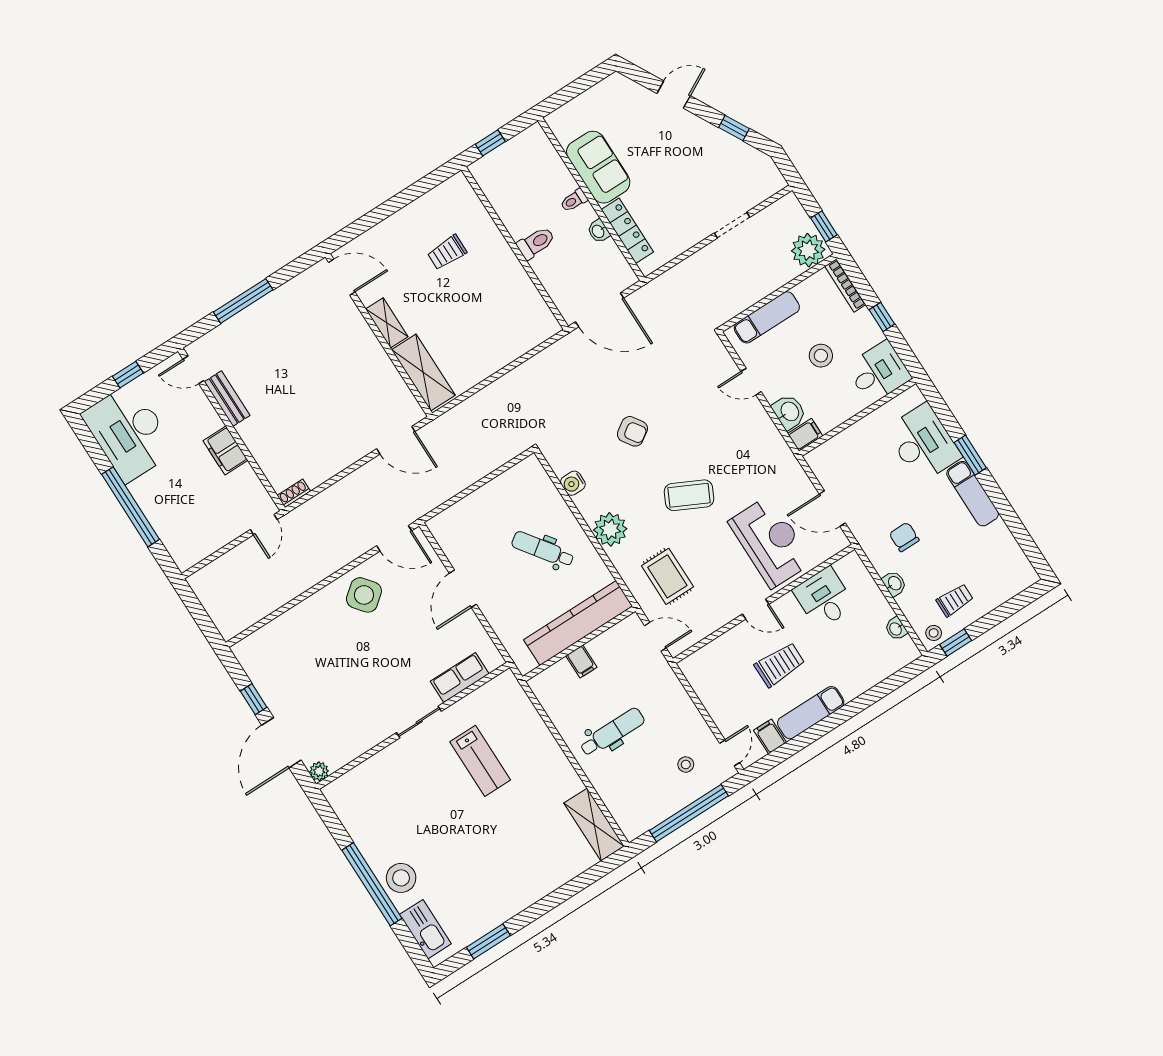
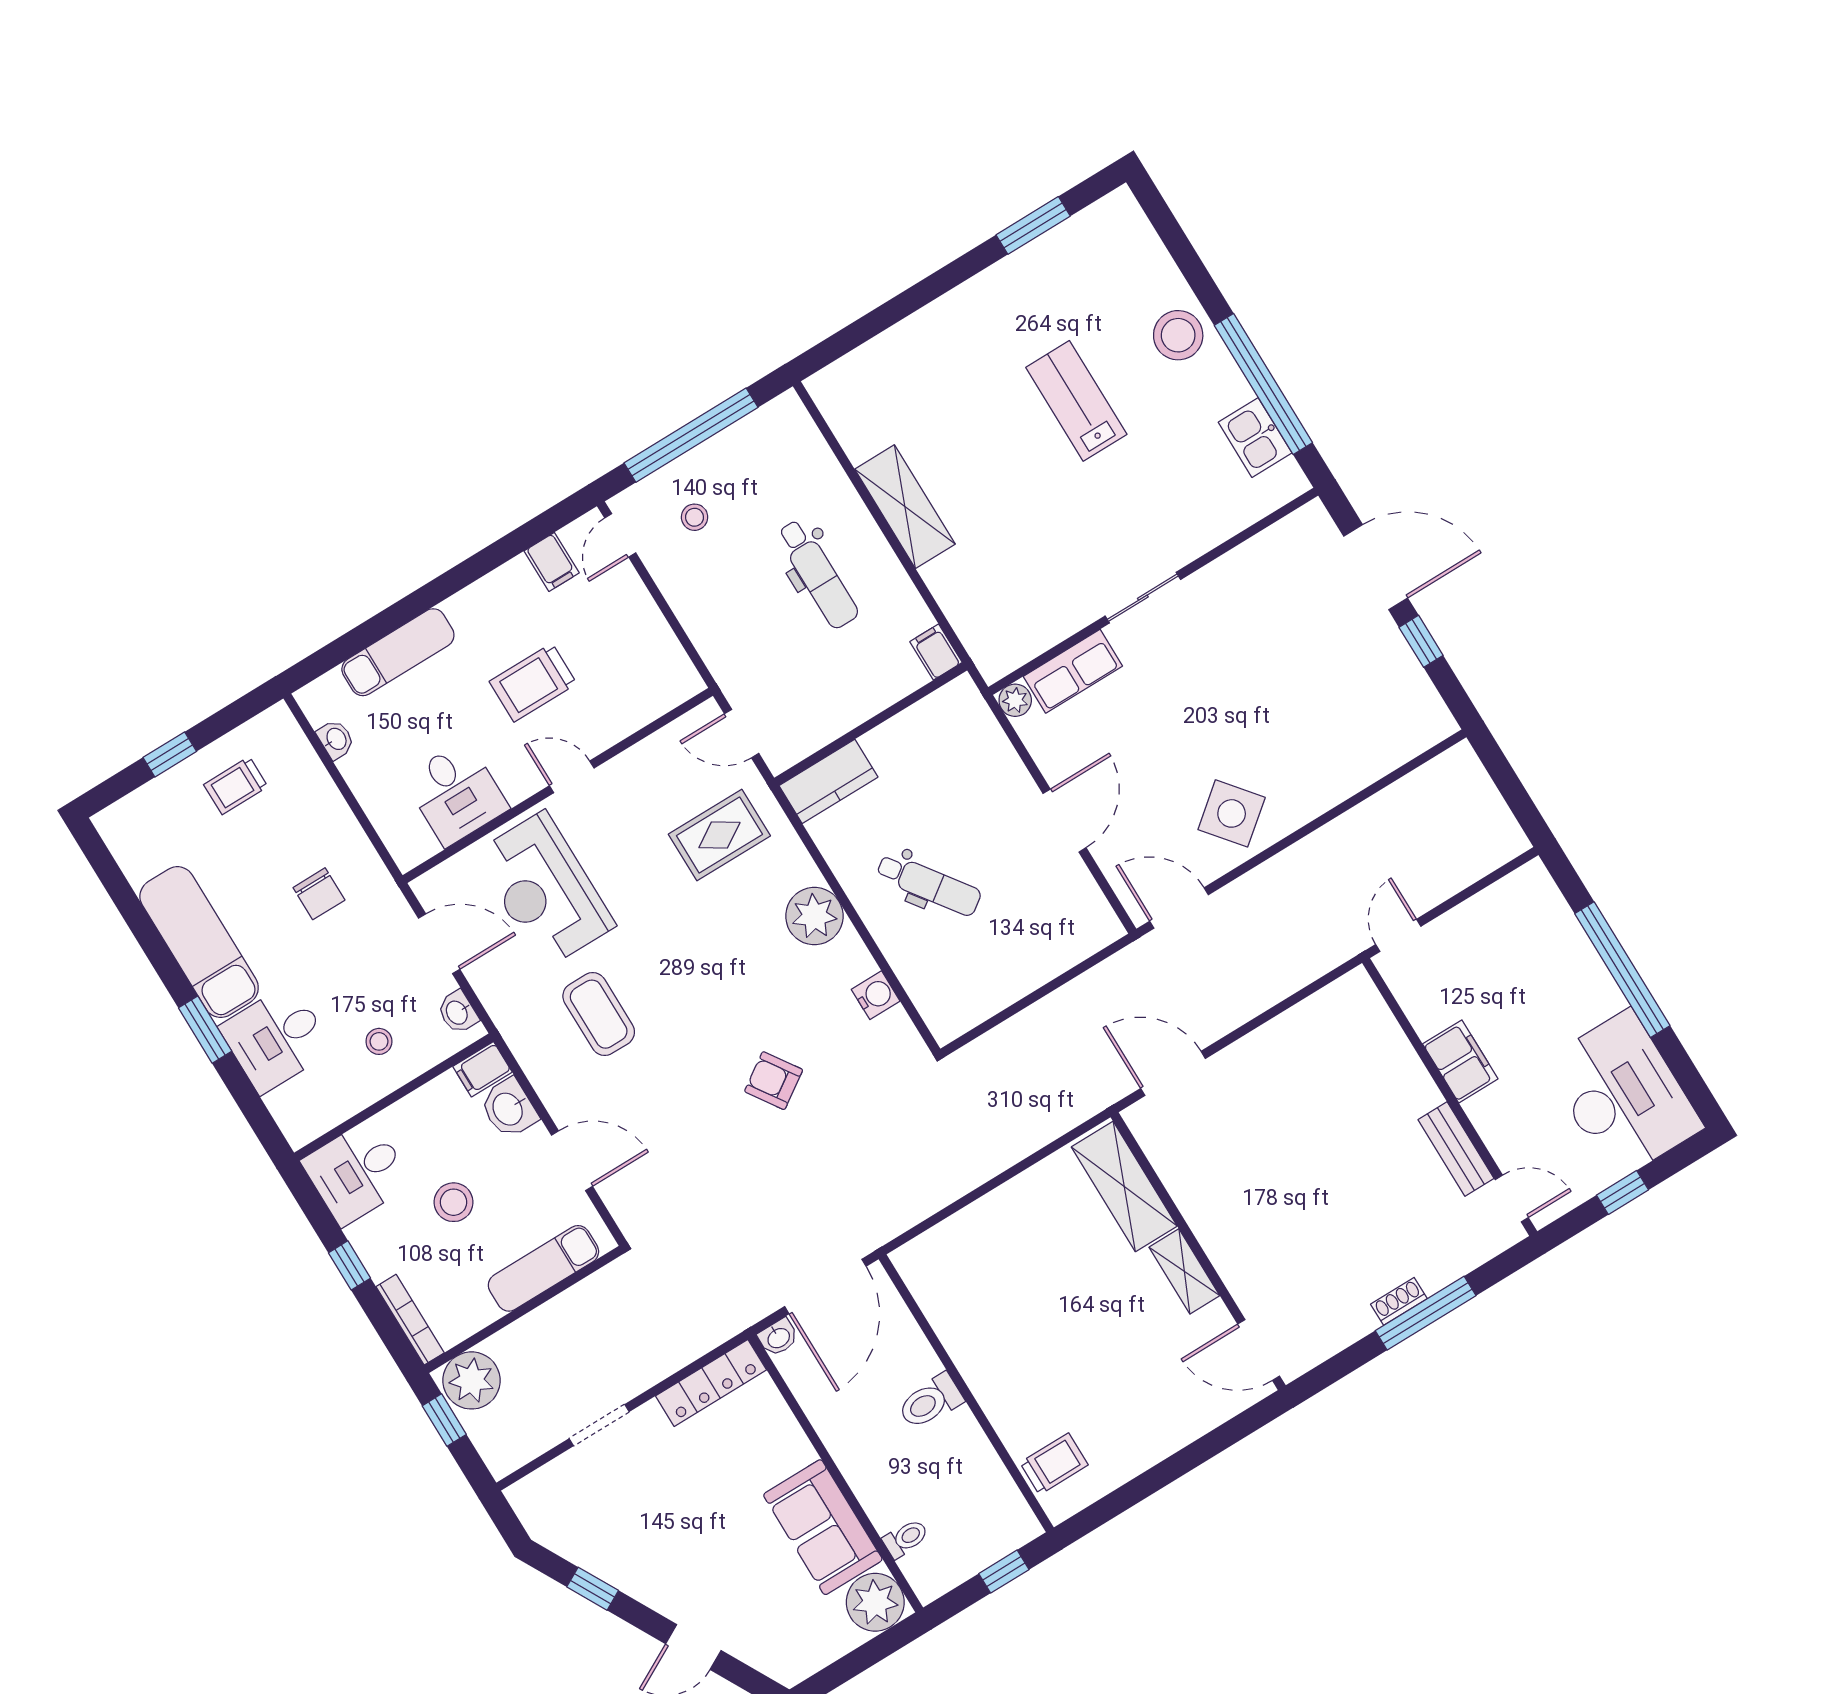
plant: (566, 123) -> (875, 1602), added
toilet: (574, 200) -> (906, 1538), moved
washbasin: (598, 231) -> (778, 1337), moved, turned 90
locker: (627, 231) -> (711, 1383), moved, turned -90
trolley: (447, 252) -> (1054, 1464), moved
door: (599, 310) -> (825, 1286), swing flipped
door: (751, 382) -> (572, 1161), width x1.38
desk: (923, 443) -> (276, 1038), width x0.73
shoe rack: (294, 493) -> (1399, 1301), moved, turned 180
exam couch: (973, 494) -> (199, 942), width x1.36, depth x1.45
coffee table: (689, 495) -> (599, 1014), moved, turned 64
rug: (667, 576) -> (719, 835), turned 90
washbasin: (894, 584) -> (458, 1012), moved
kitchen counter: (578, 623) -> (828, 781), width x0.48, depth x0.86
stool: (934, 633) -> (379, 1041), moved
window: (956, 643) -> (170, 754), moved
filing cabinet: (581, 661) -> (936, 652), moved
exam couch: (811, 713) -> (398, 652), moved
dental chair: (612, 732) -> (817, 574), turned -90
door: (281, 743) -> (1376, 567), hinge flipped
lab bench: (480, 761) -> (1076, 401), moved
plant: (319, 771) -> (1015, 700), moved
shelving: (594, 825) -> (905, 507), moved
window: (372, 884) -> (1263, 384), moved
kitchen sink: (425, 929) -> (1255, 438), moved, width x0.73

